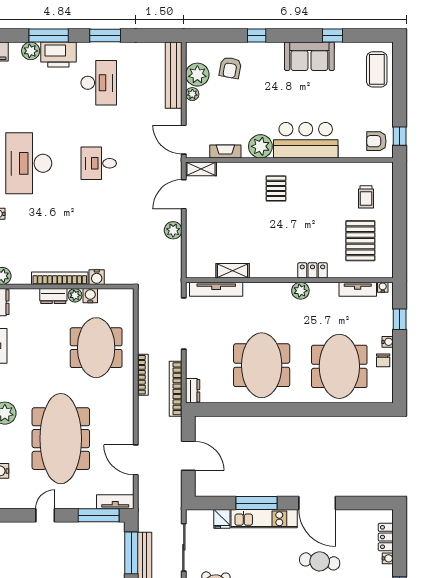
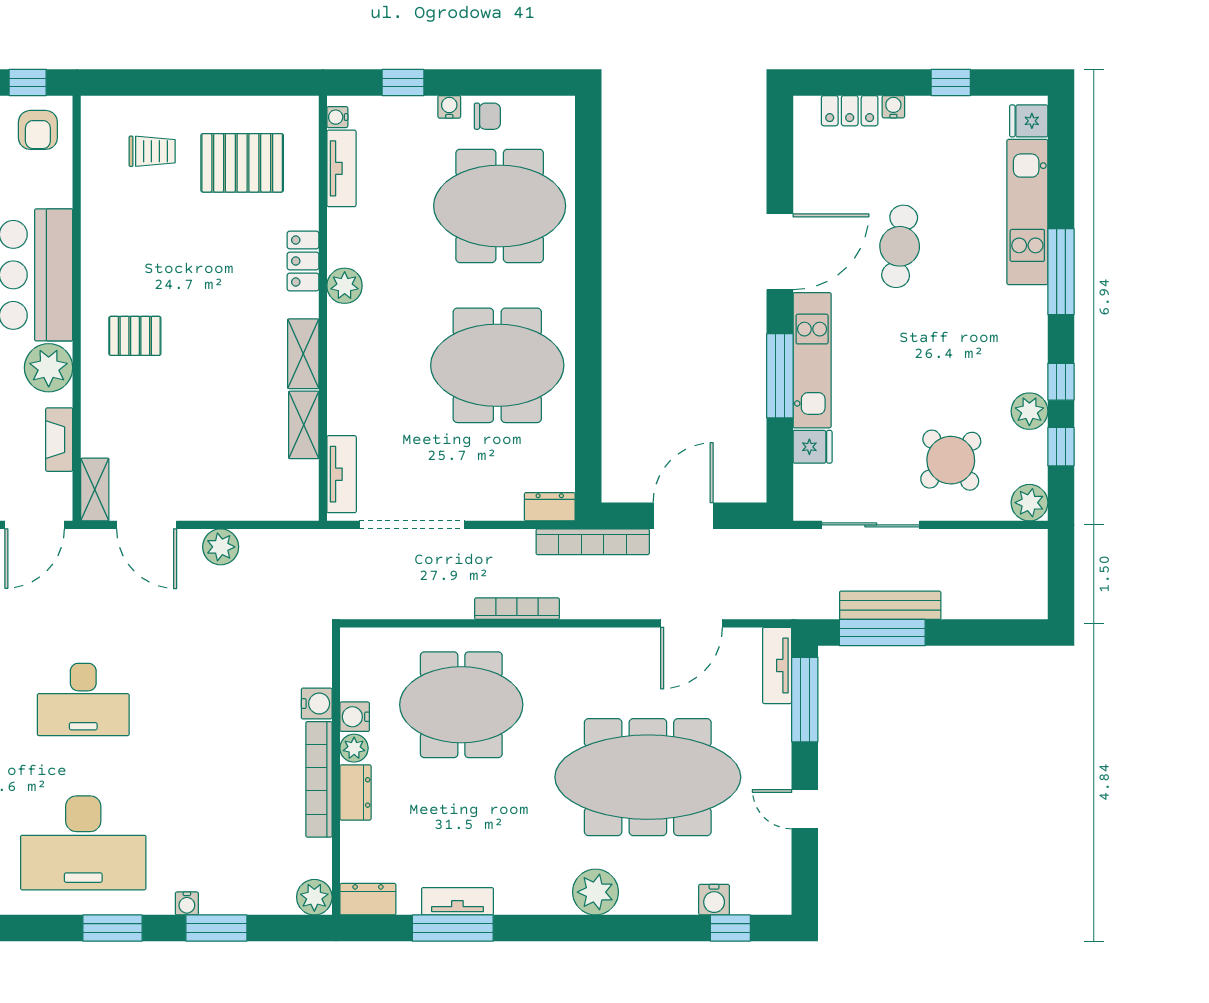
desk: (99, 163) -> (83, 699), width x1.37
shelving: (267, 271) -> (303, 354), added
tv unit: (216, 289) -> (342, 474), width x0.71
bookcase: (176, 389) -> (593, 542), moved

